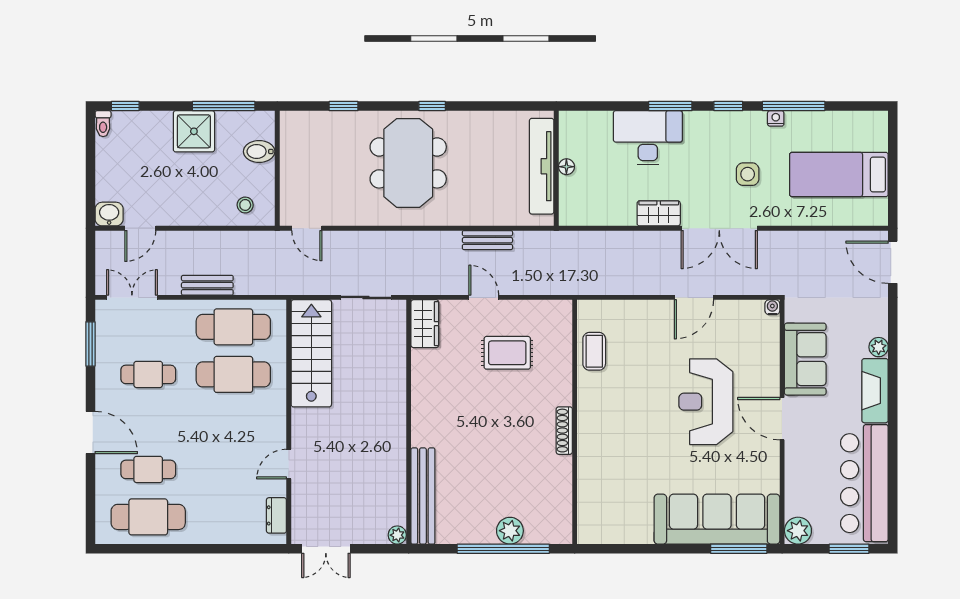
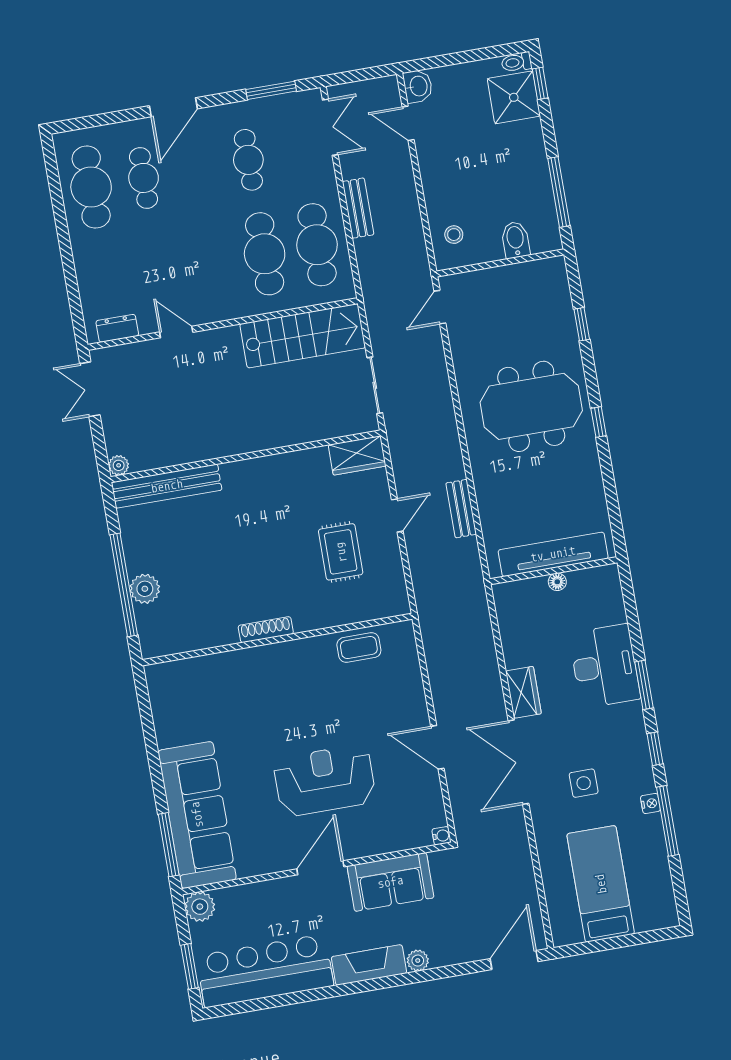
shower: (194, 131) -> (514, 97), moved

